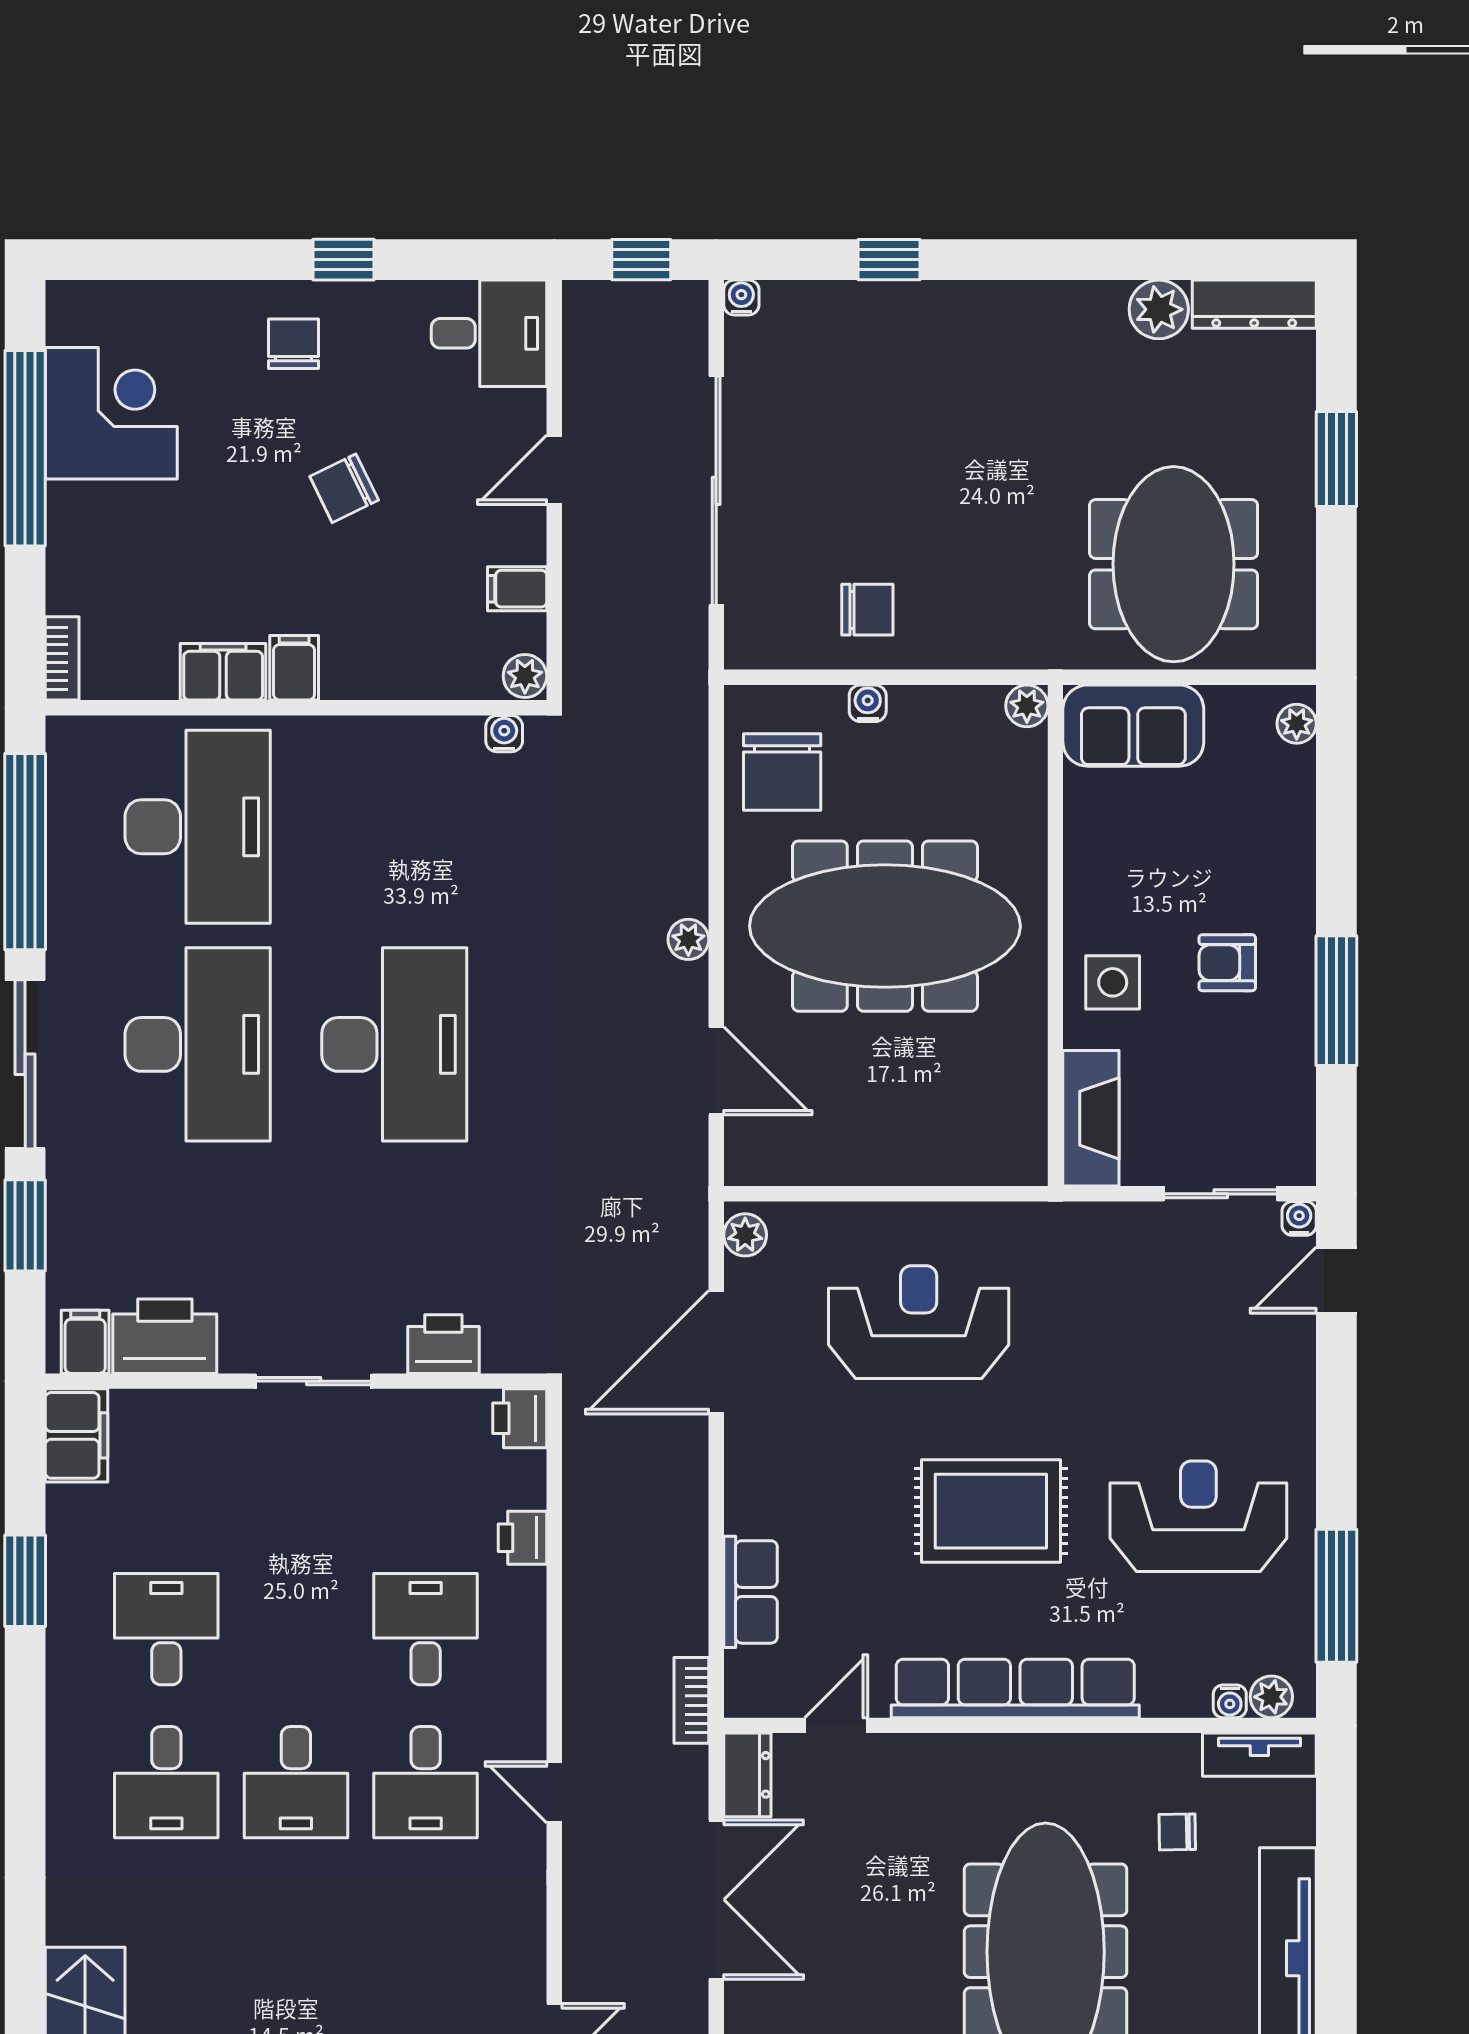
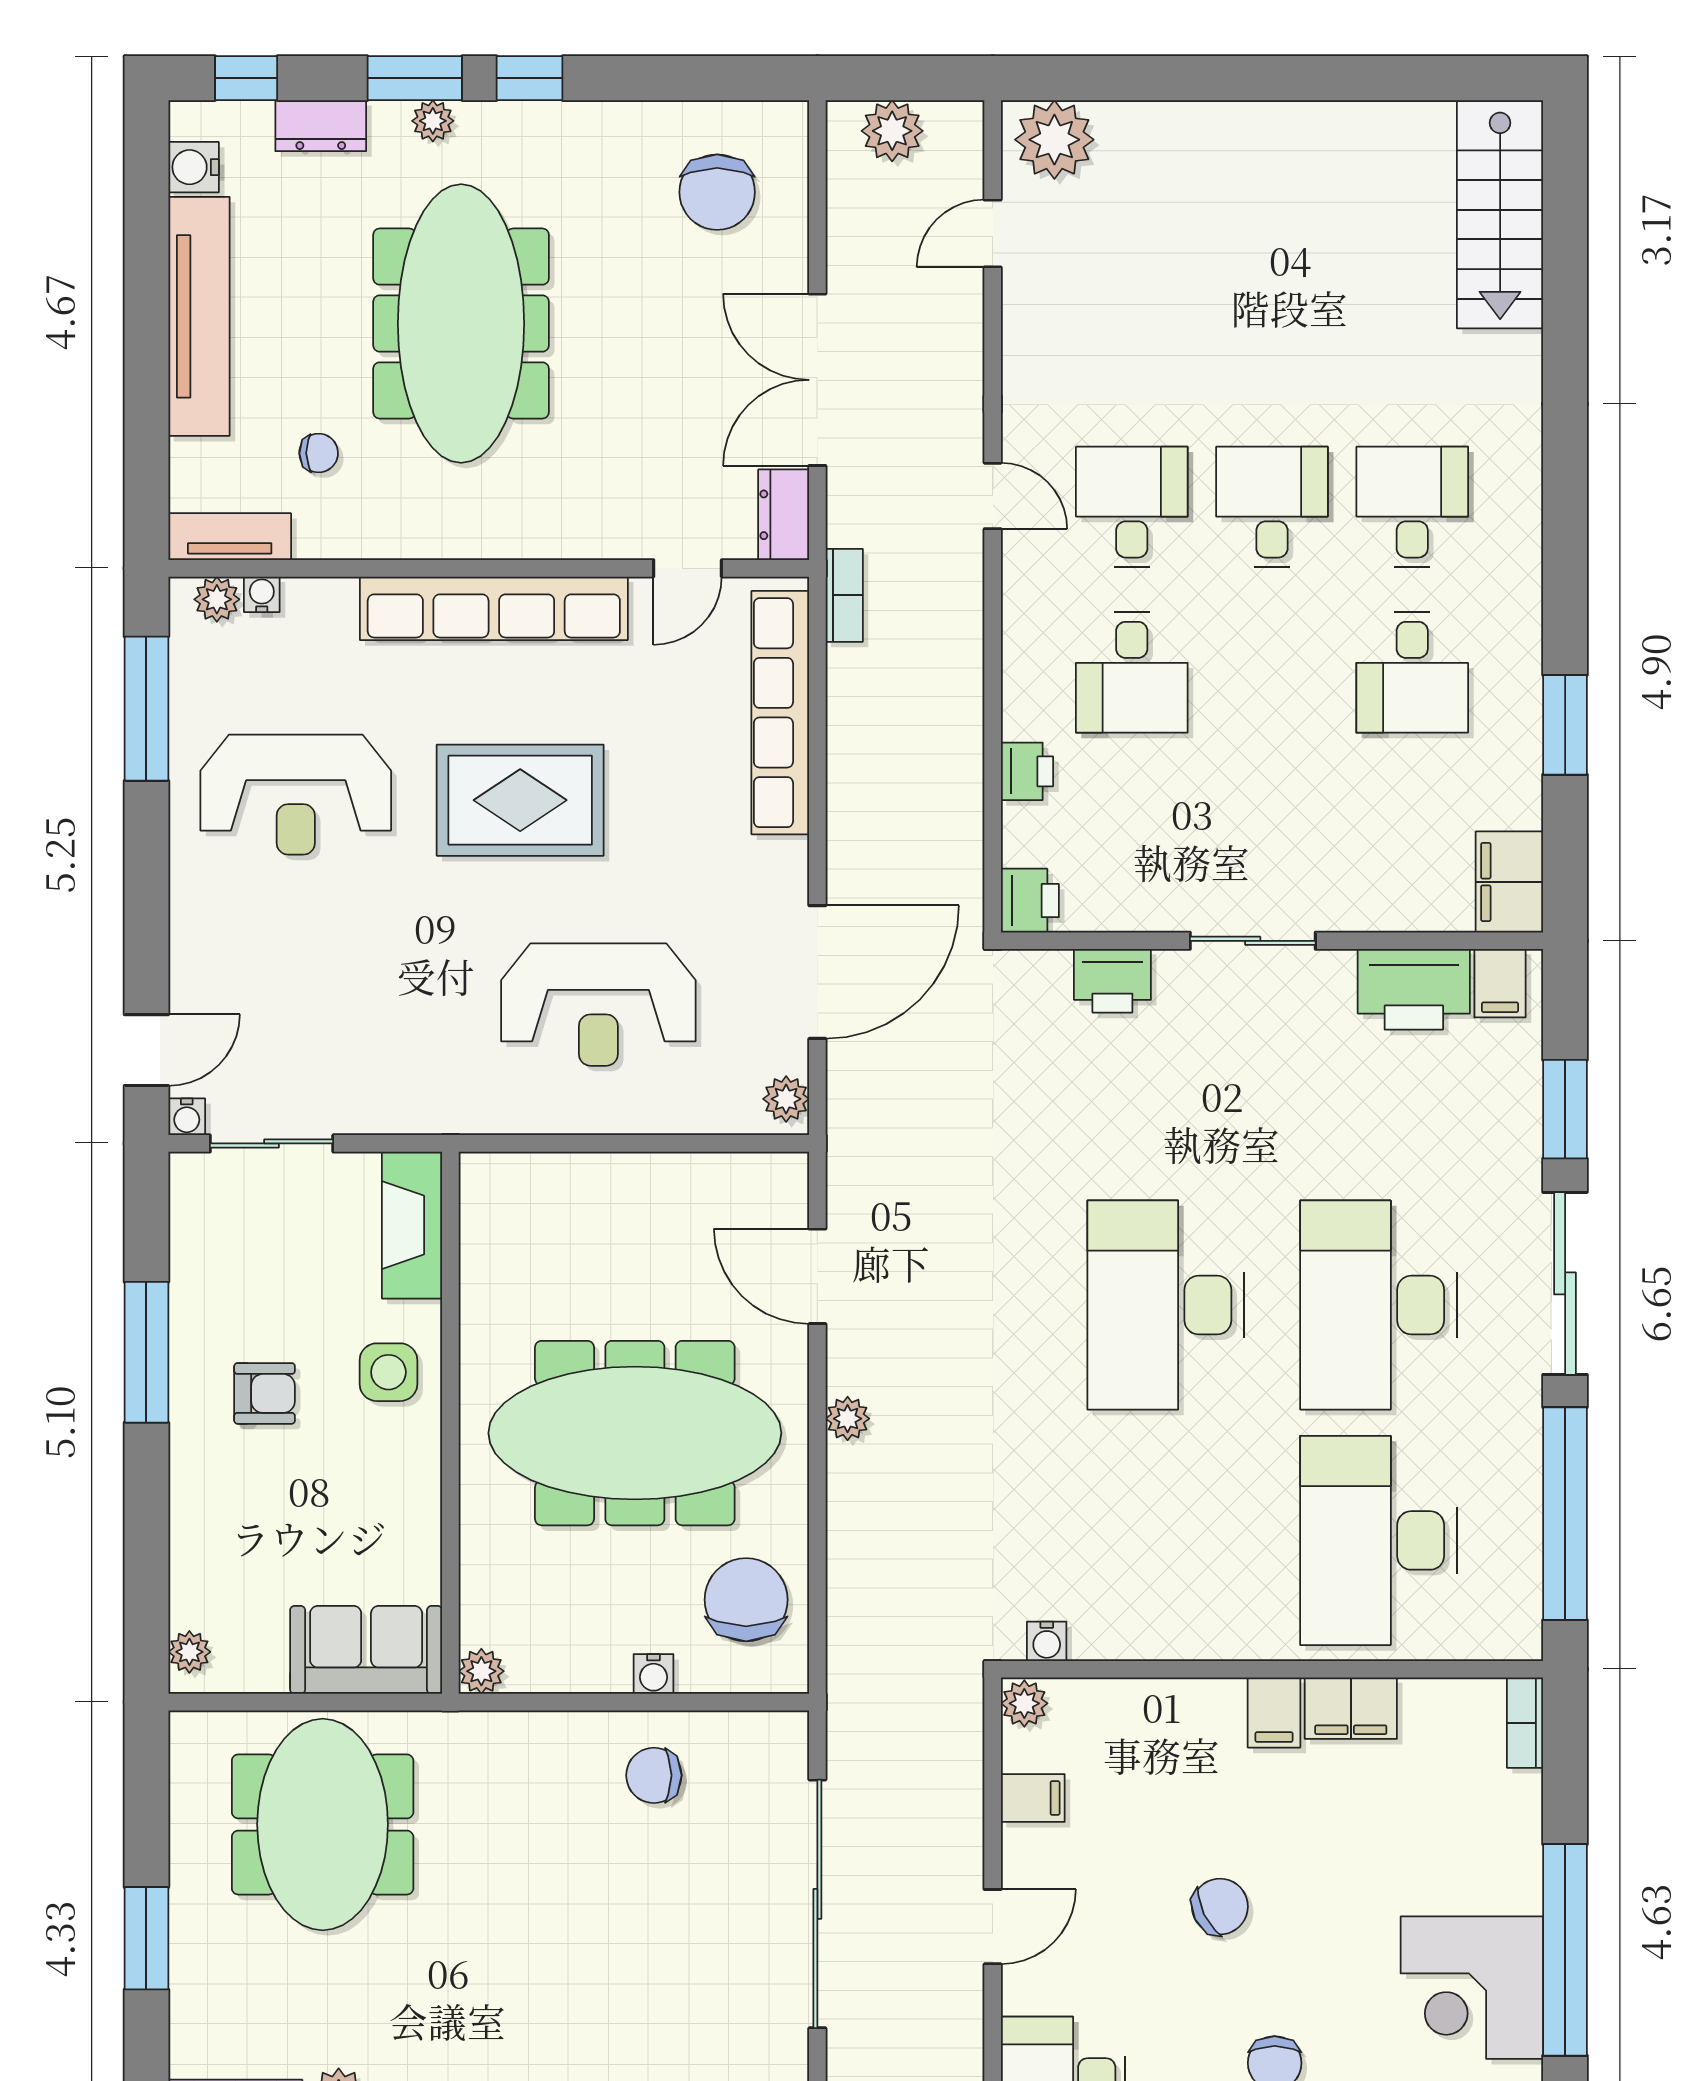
row of seats: (750, 1592) -> (780, 713), width x2.02

